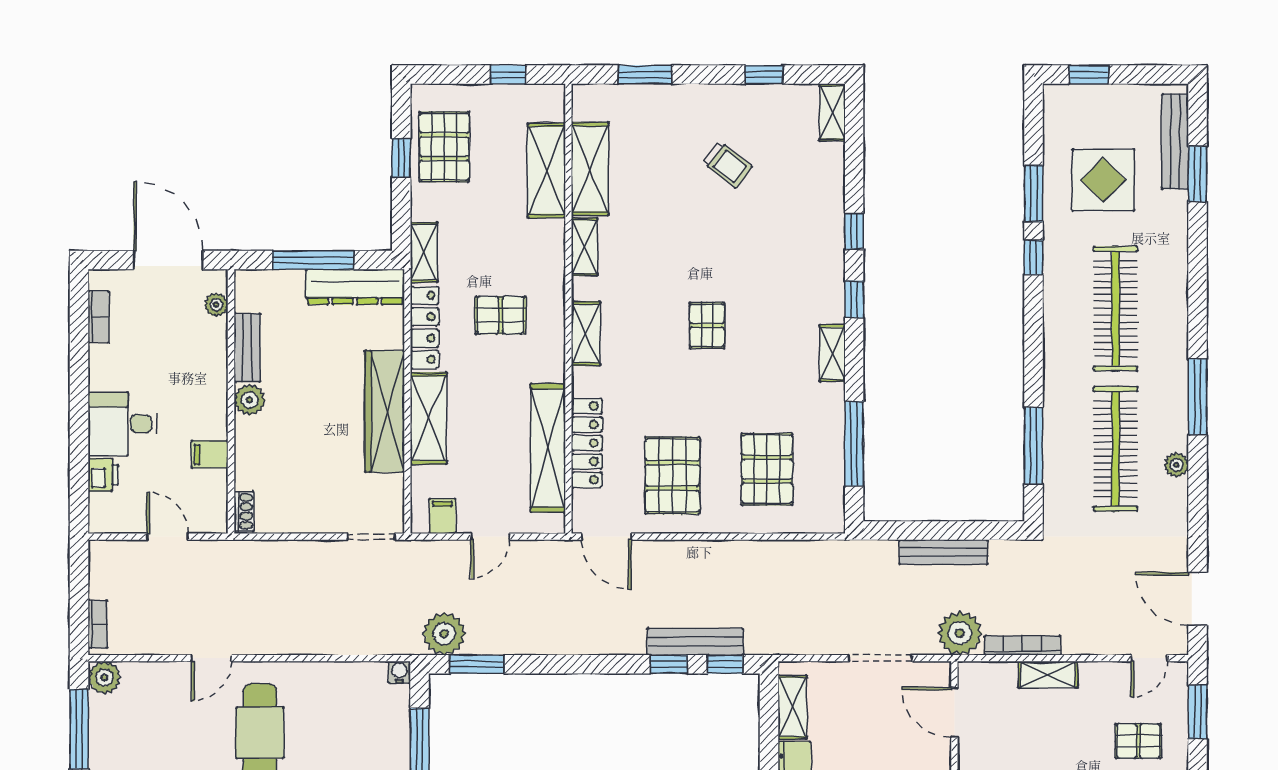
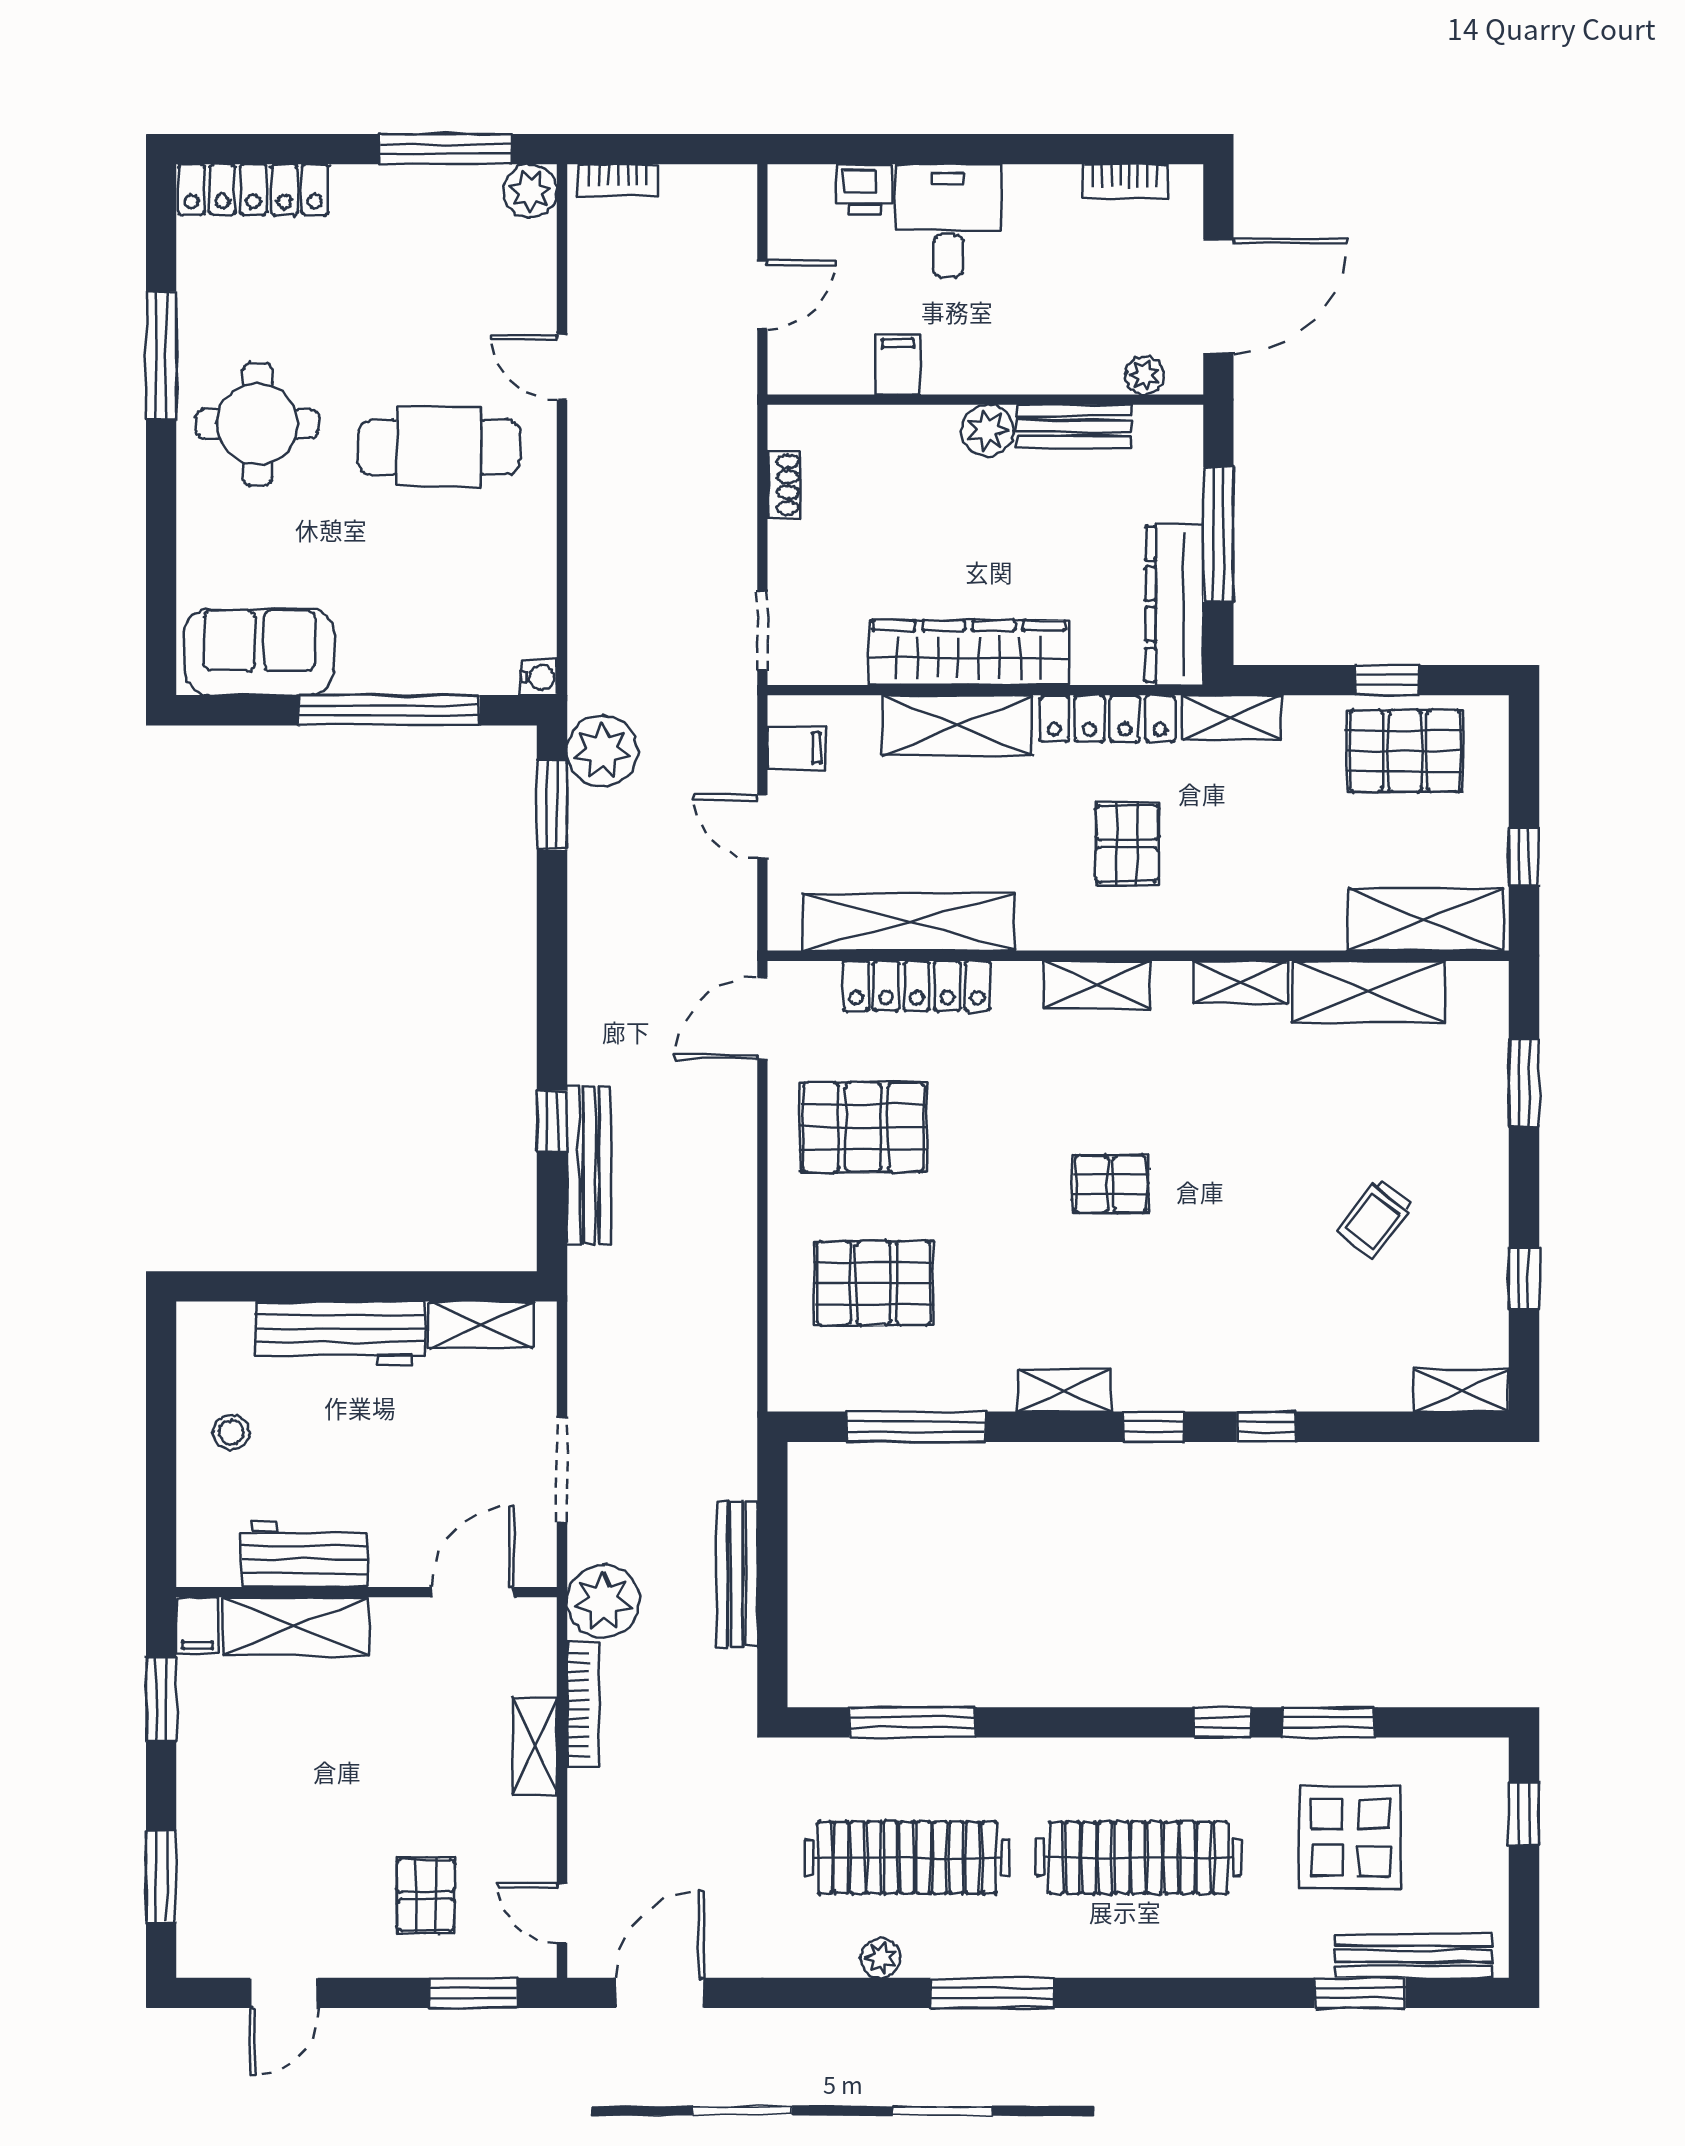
shelving: (546, 170) -> (1425, 920), moved
shoe rack: (244, 511) -> (784, 485), moved, turned -90
window: (725, 664) -> (552, 1214), removed

